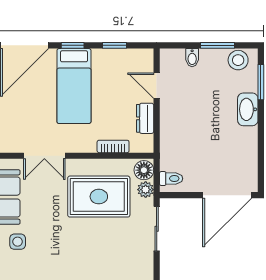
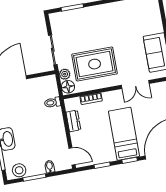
door: (157, 86) -> (72, 156), moved
double door: (44, 156) -> (135, 84), swing flipped
toilet: (171, 179) -> (52, 103), moved
side table: (18, 242) -> (143, 25), removed

